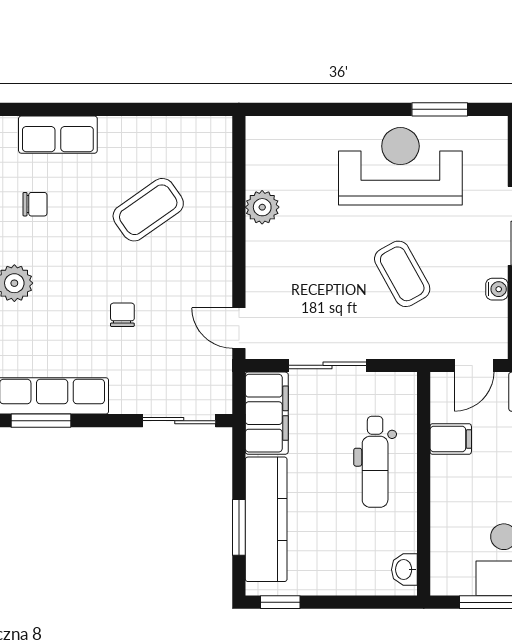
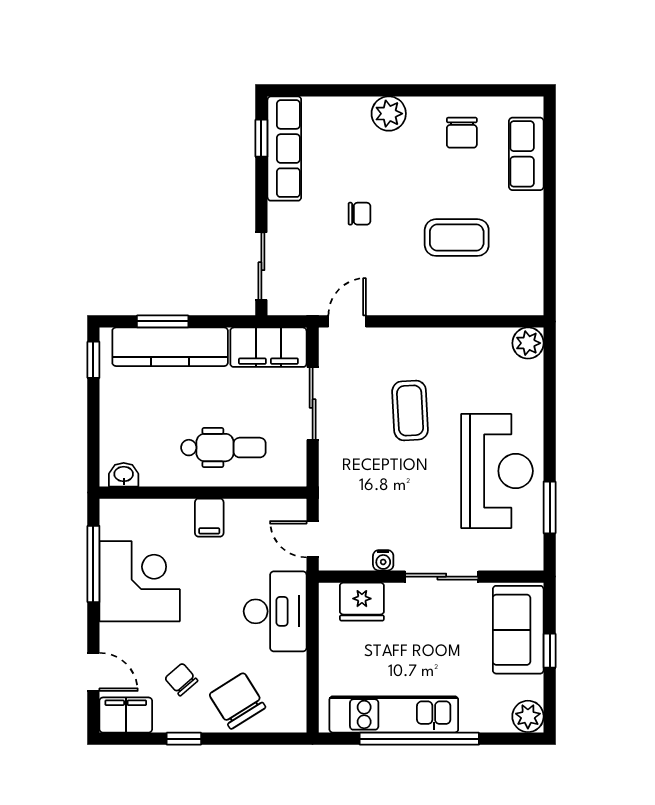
chair: (35, 204) -> (462, 133), width x1.37, depth x1.37
plant: (262, 207) -> (528, 343), moved
coffee table: (148, 210) -> (457, 238), turned -55
coffee table: (402, 274) -> (410, 411), moved, turned -64
window: (41, 421) -> (261, 138), width x0.67
filing cabinet: (451, 439) -> (209, 518), moved
dental chair: (375, 462) -> (223, 448), turned 180

